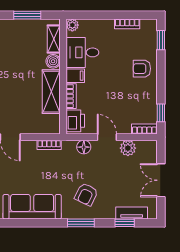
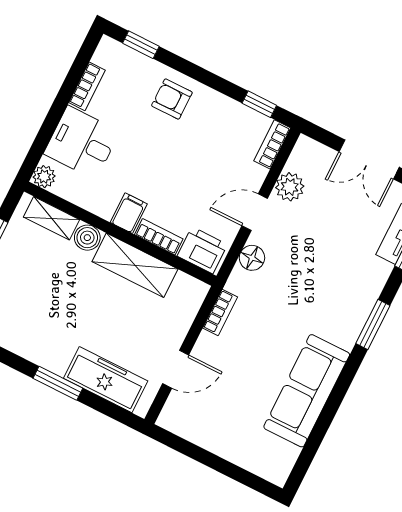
desk: (82, 52) -> (82, 143), moved, turned 90
armchair: (142, 69) -> (172, 99), turned 90
armchair: (86, 194) -> (331, 292), removed

